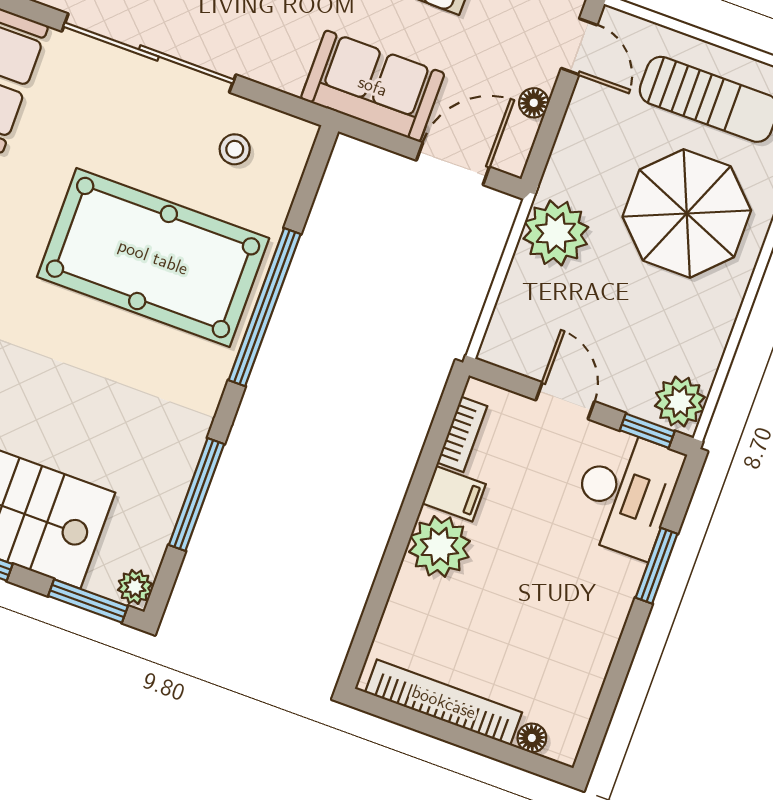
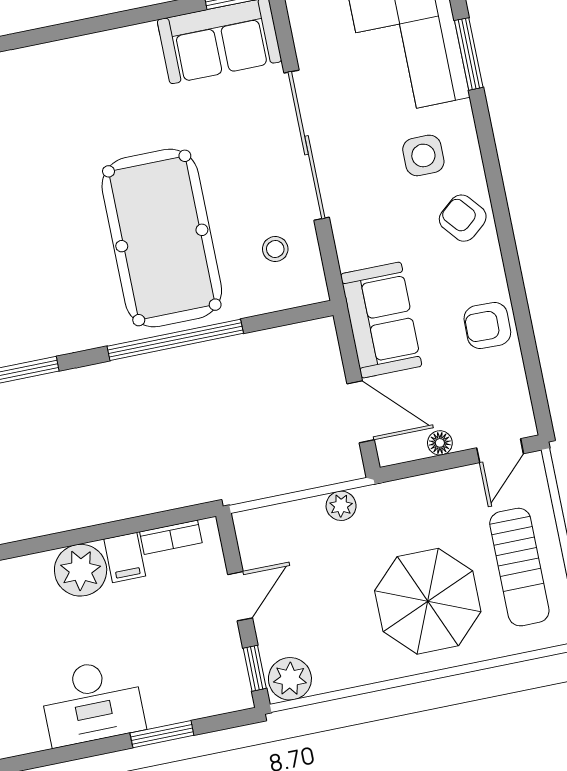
plant: (556, 233) -> (341, 506), width x0.53, depth x0.53
desk: (625, 493) -> (92, 702), moved

